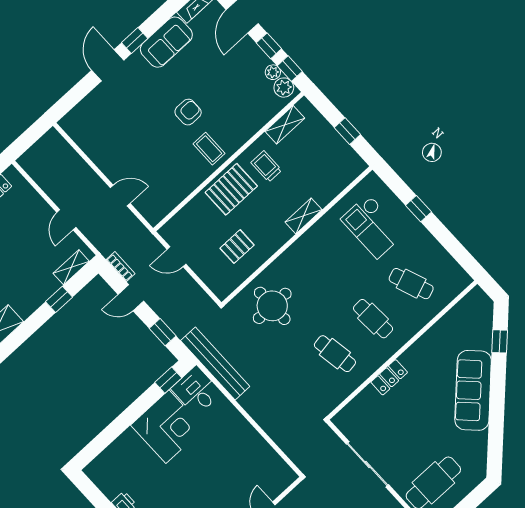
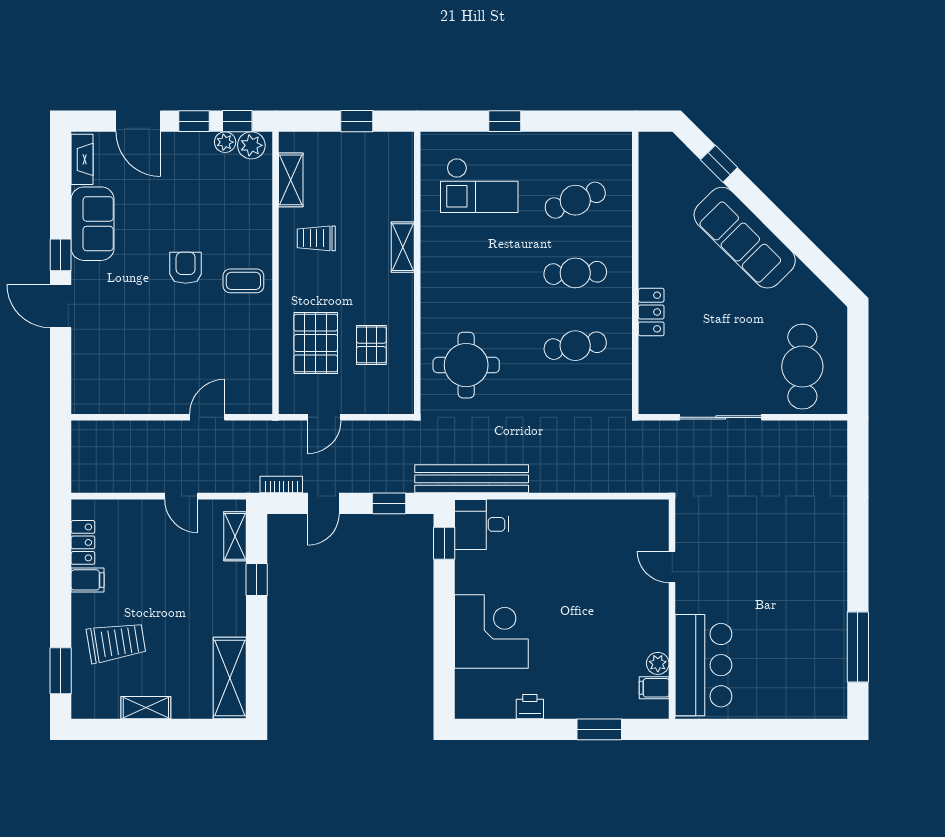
pallet: (231, 189) -> (316, 343), moved
corner desk: (167, 427) -> (491, 632), moved

